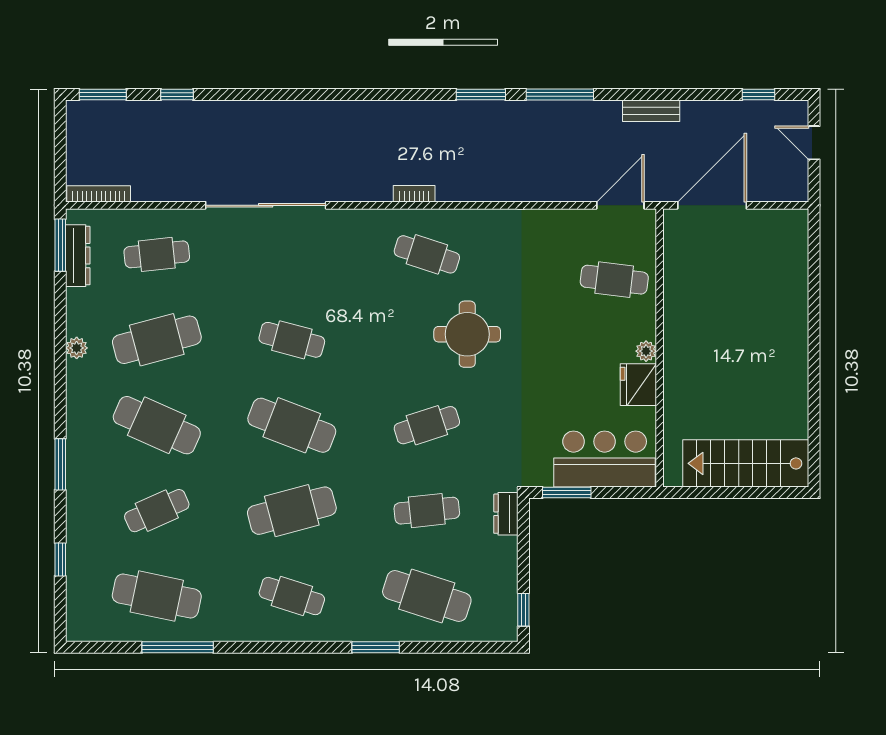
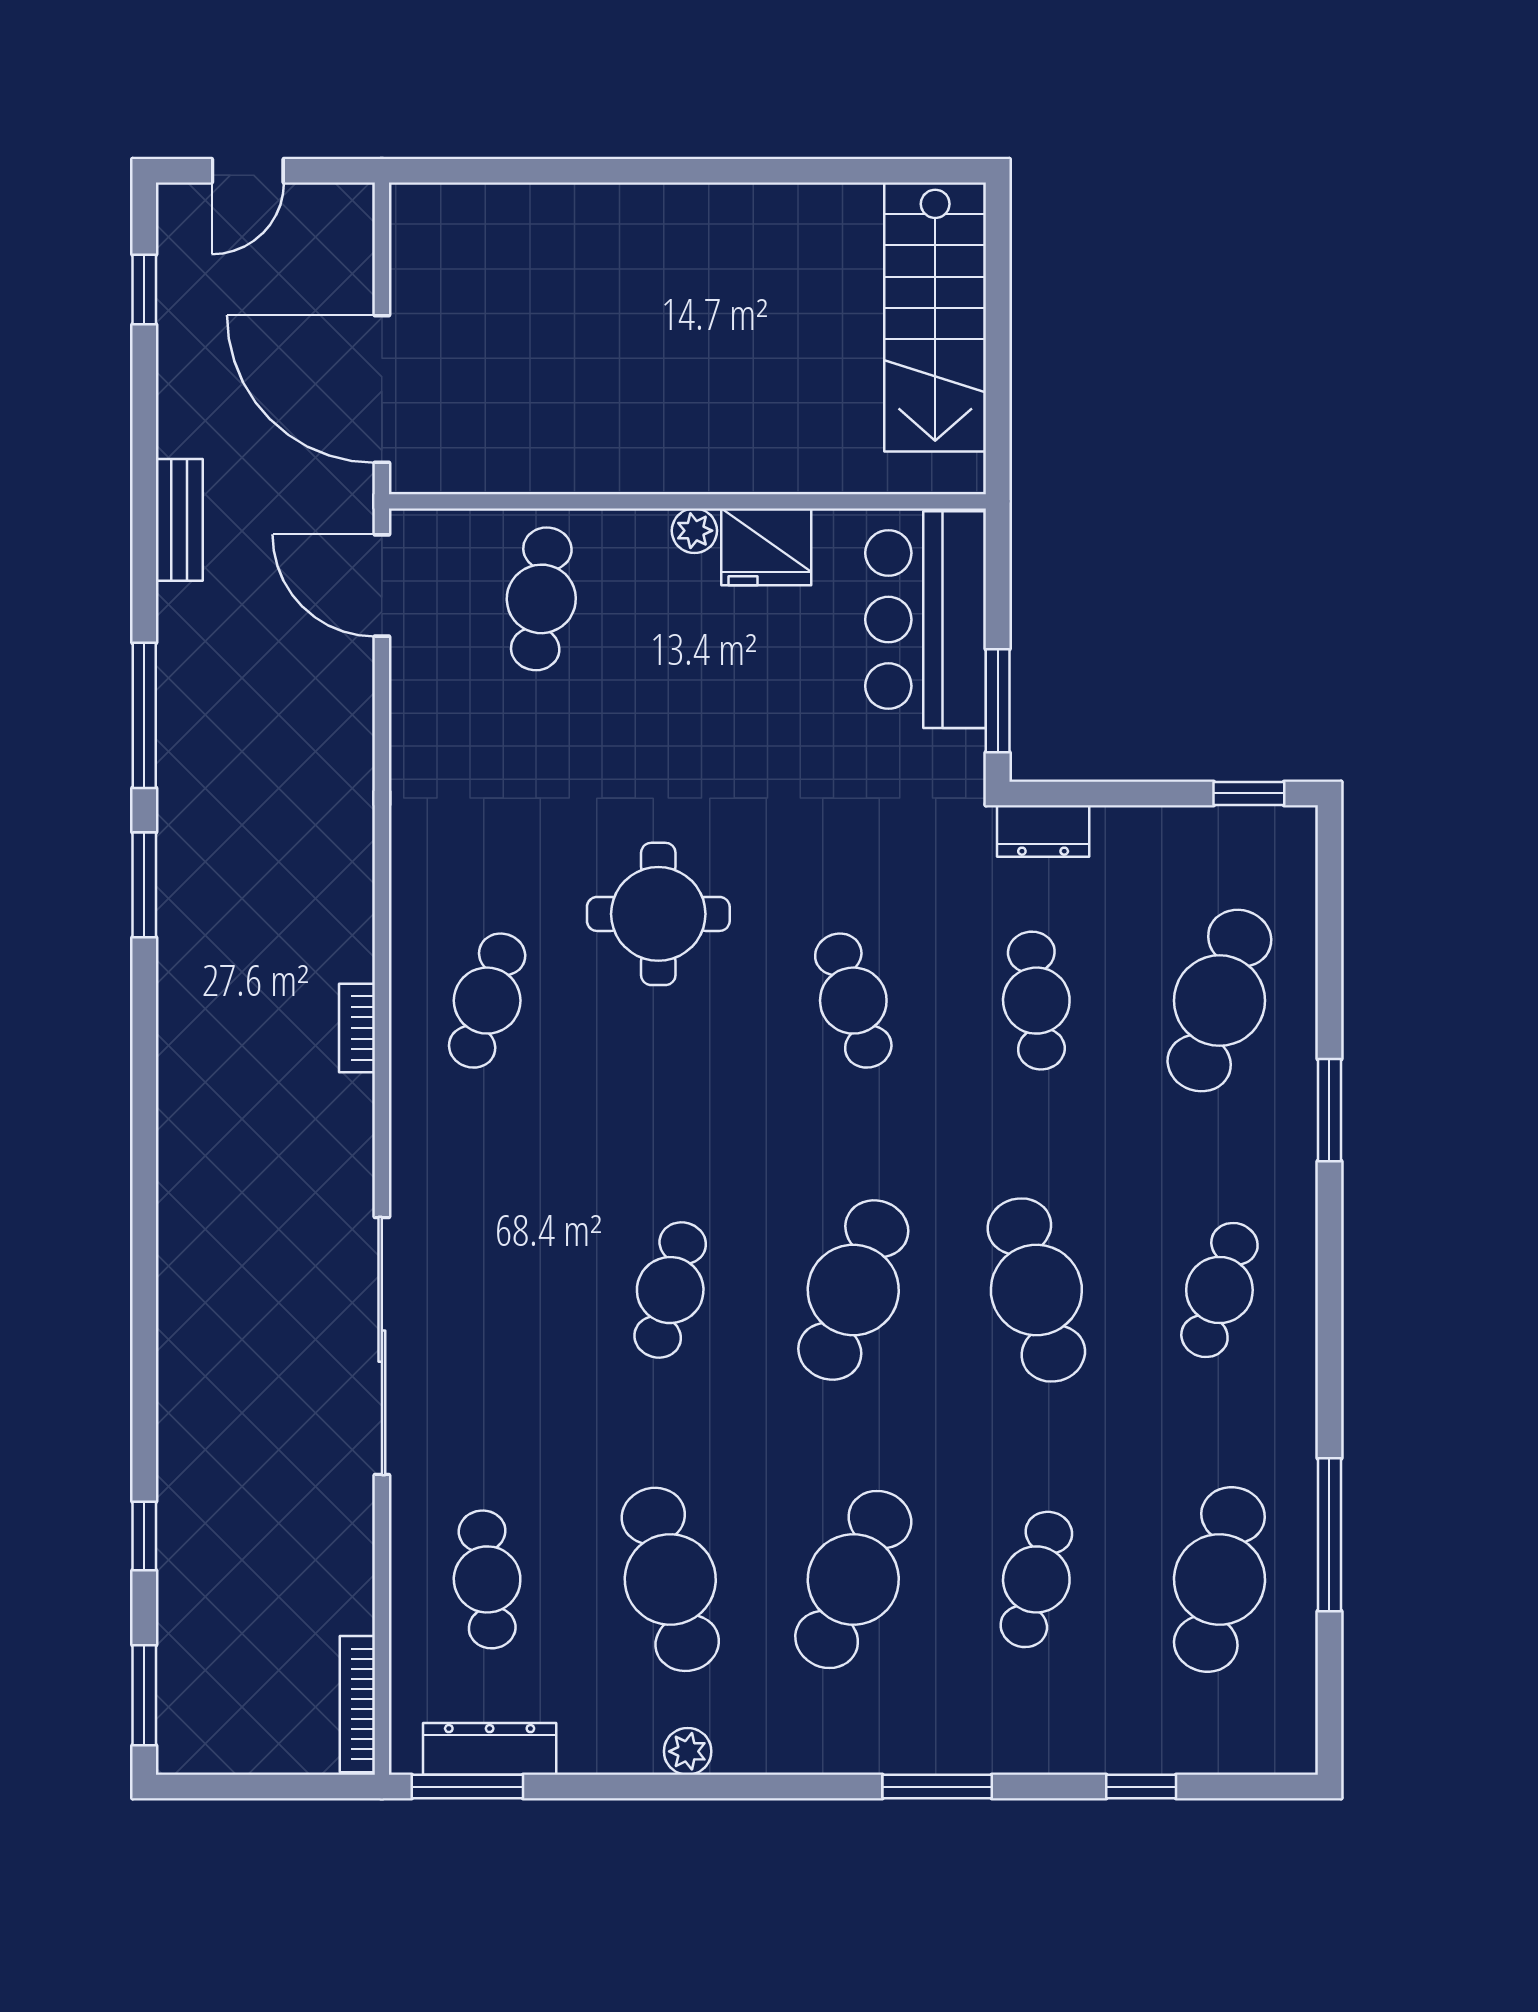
cafe table: (157, 511) -> (1036, 1579), turned 39

